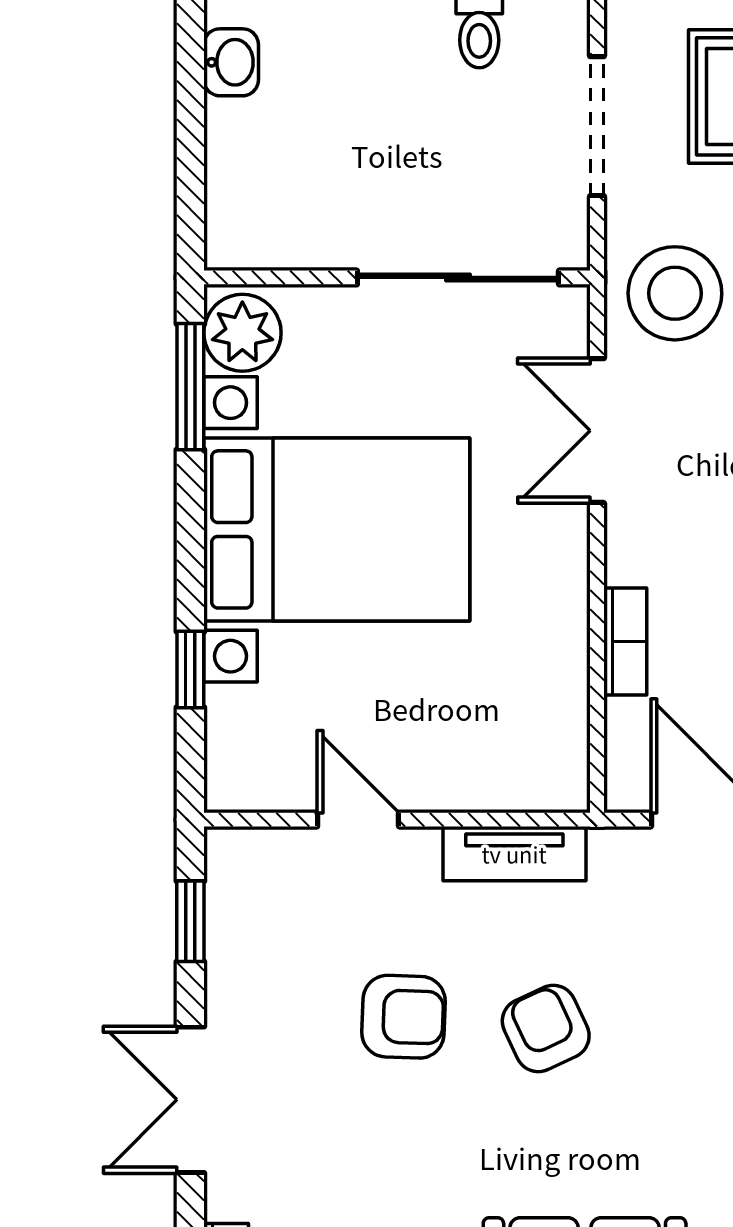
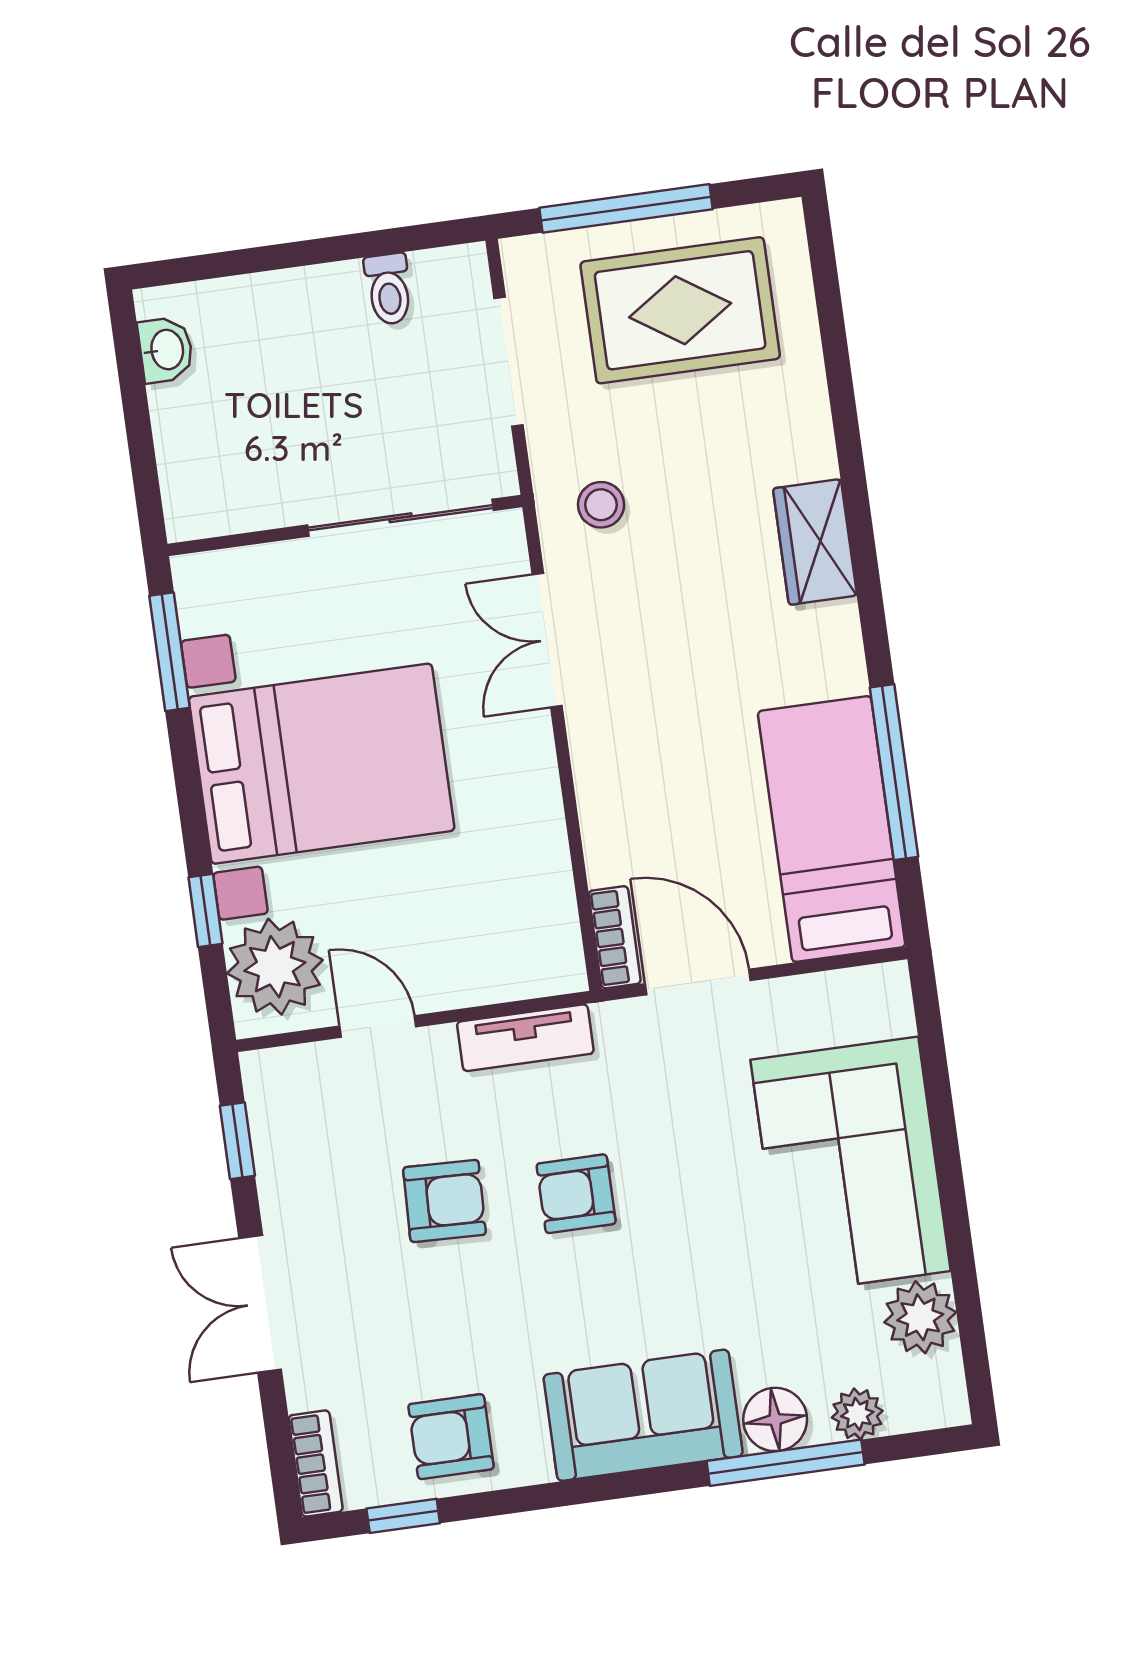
stool: (675, 293) -> (601, 505), width x0.53, depth x0.53
plant: (242, 333) -> (275, 967), moved, width x1.36, depth x1.36
bookcase: (625, 641) -> (615, 937), moved
armchair: (546, 1028) -> (576, 1194), turned -65

